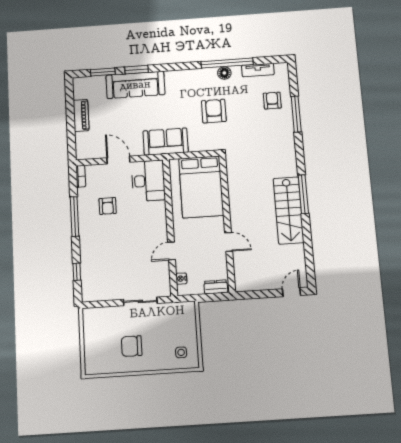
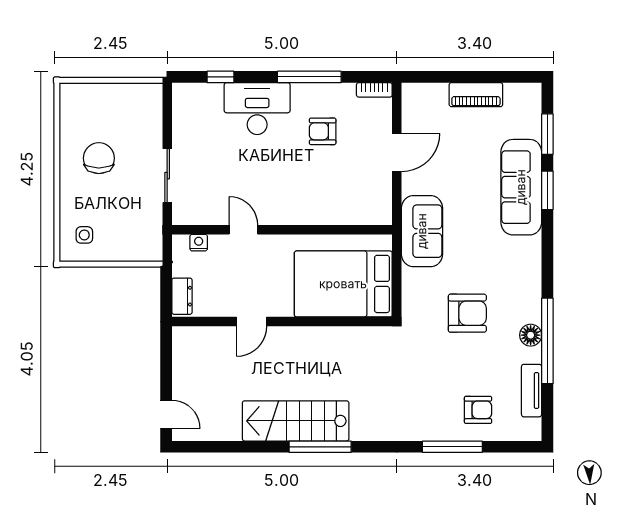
desk: (148, 181) -> (257, 109), moved, turned 180

